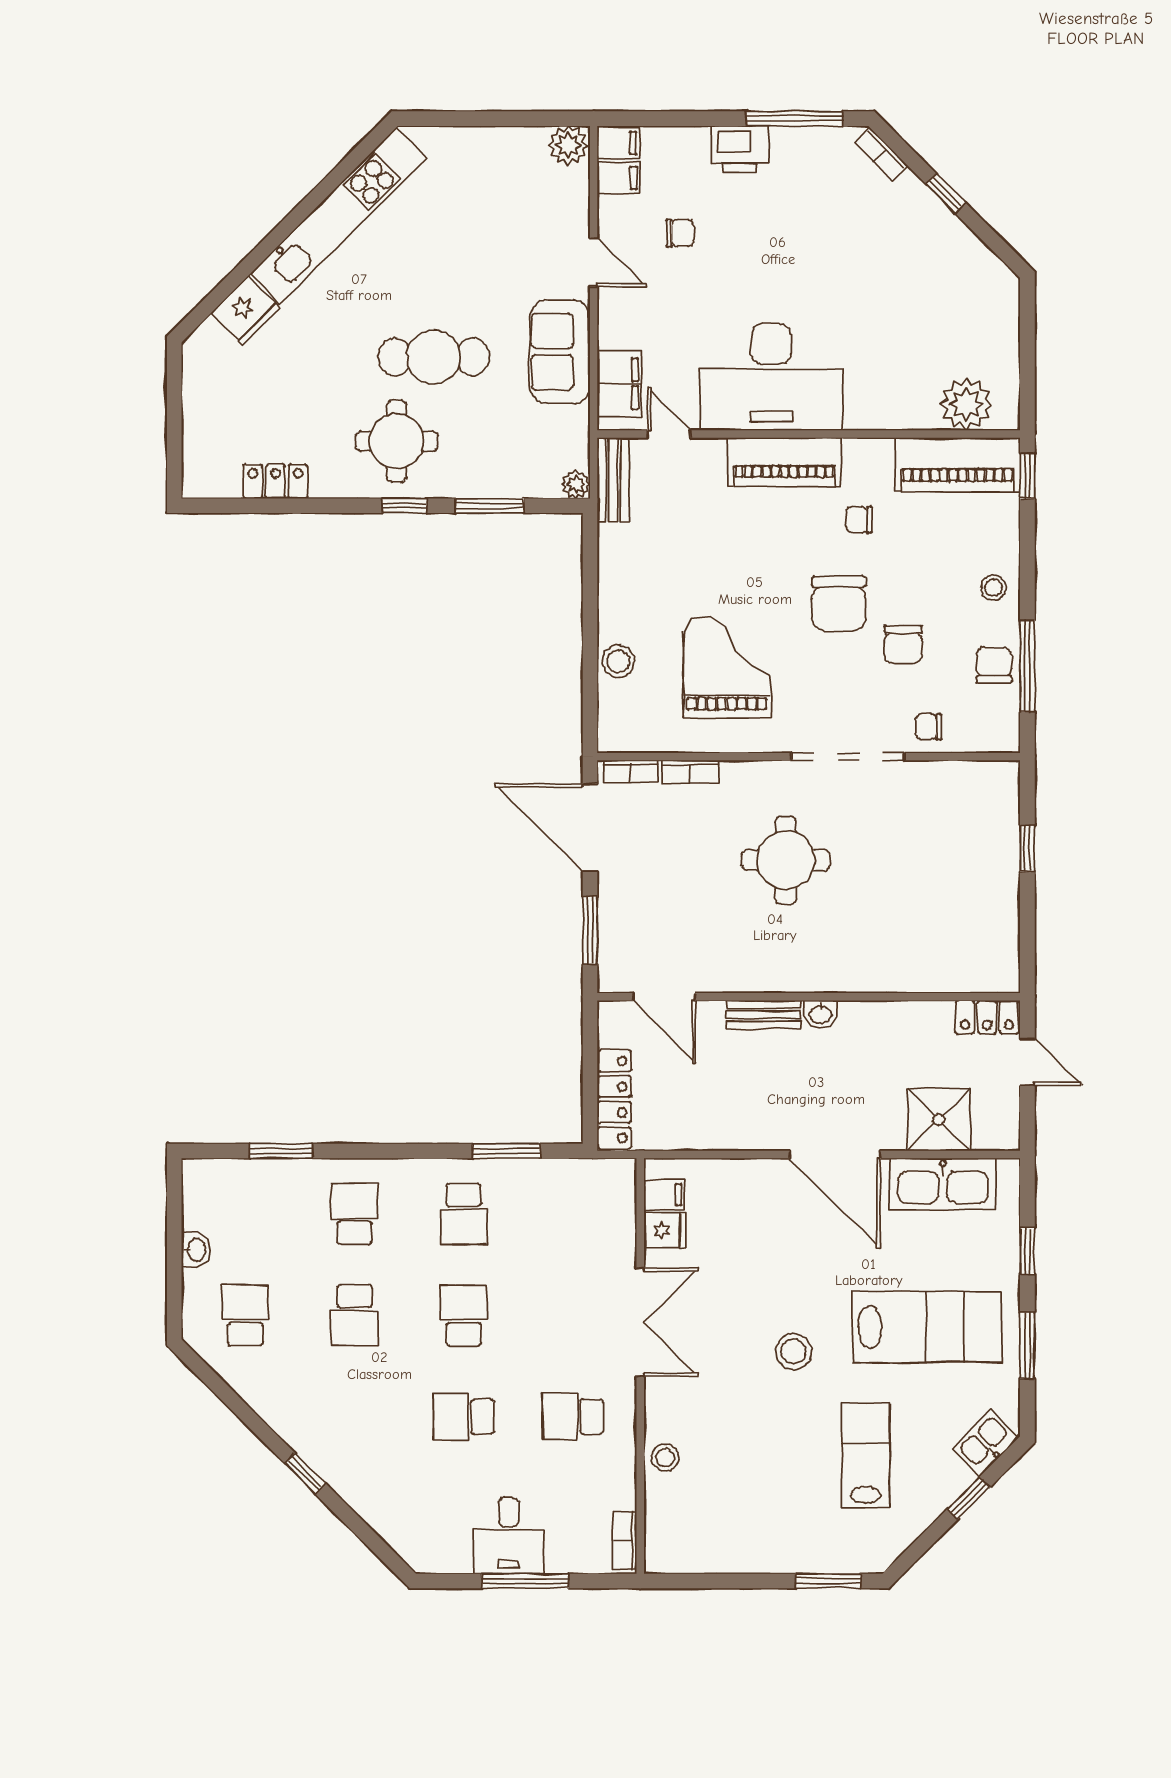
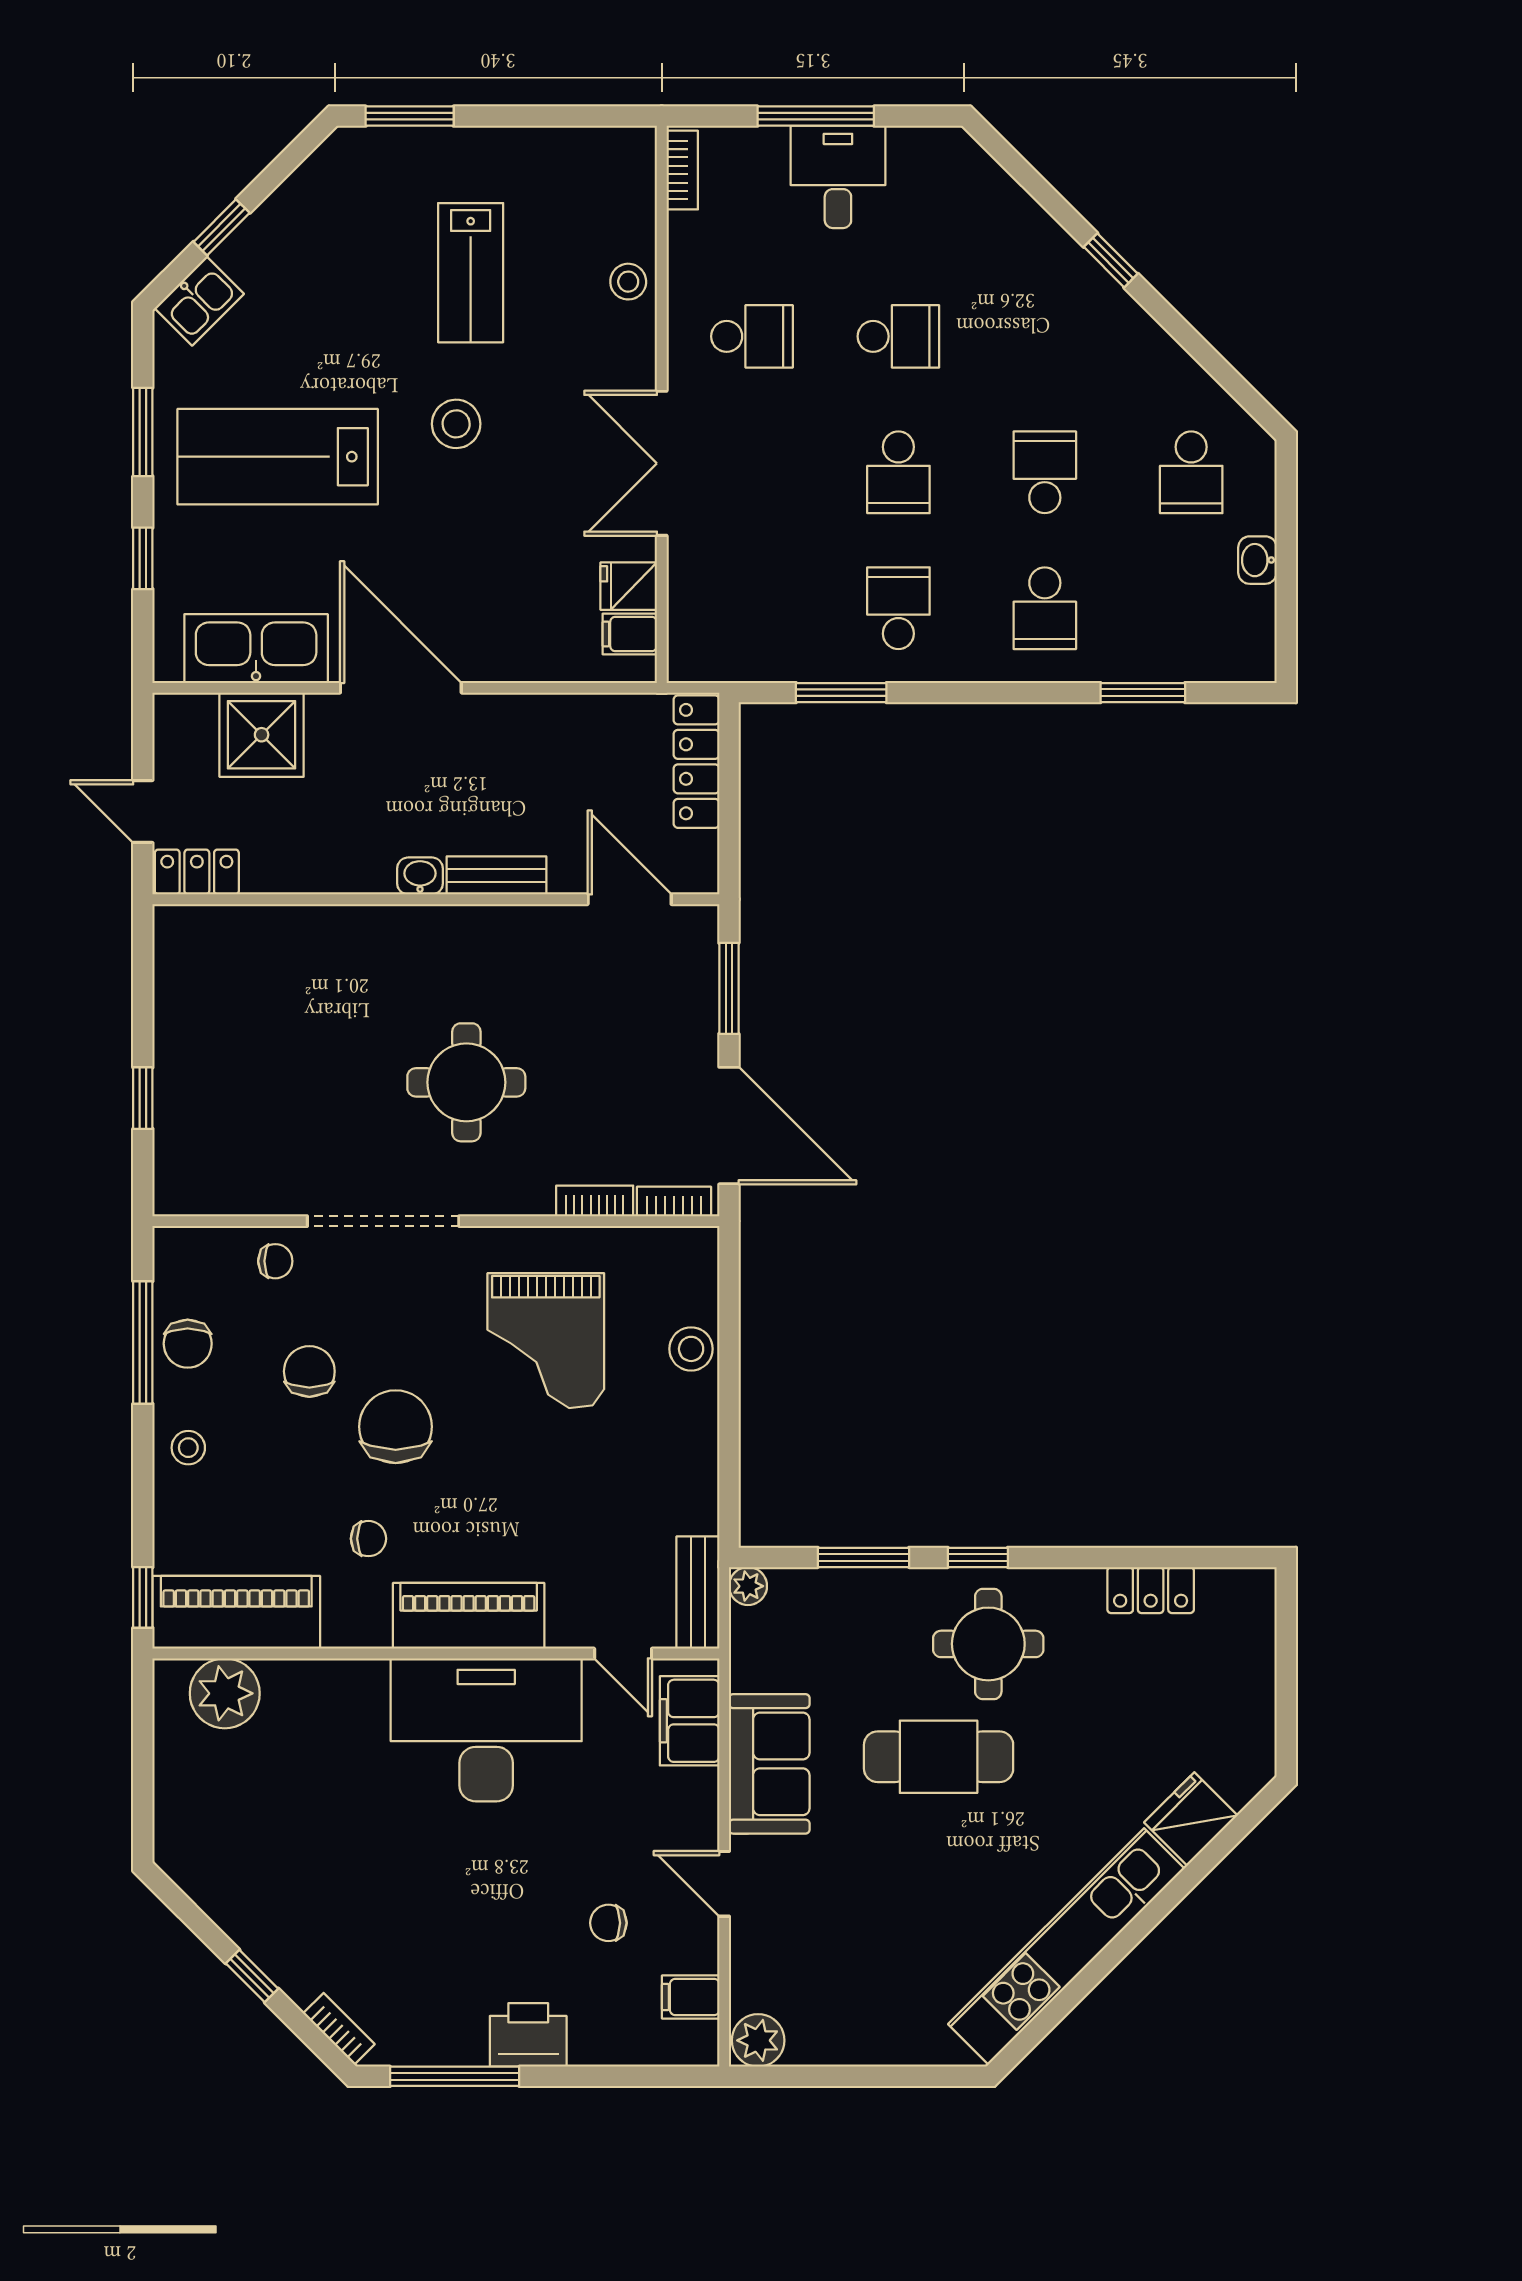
filing cabinet: (618, 143) -> (691, 2044), removed
lab bench: (866, 1455) -> (471, 273), moved

